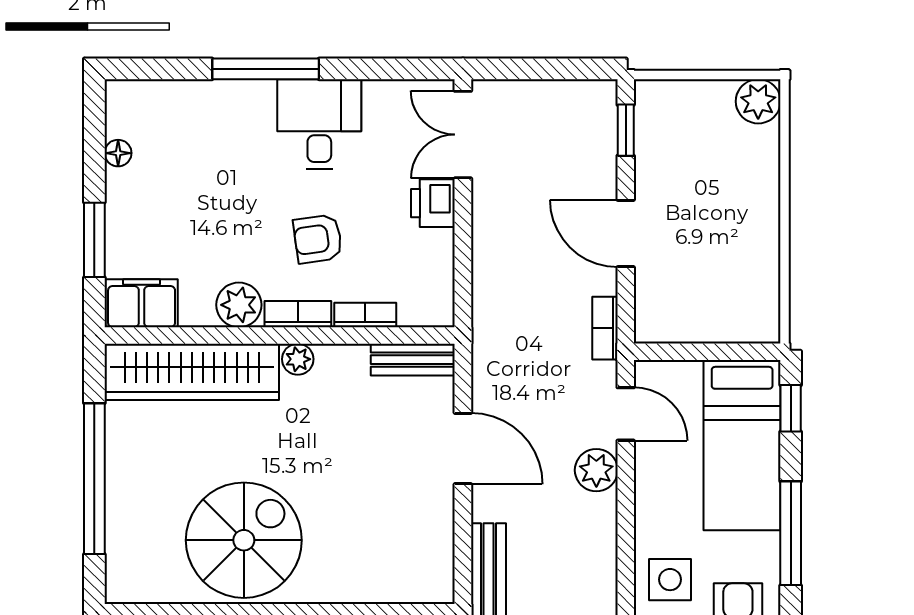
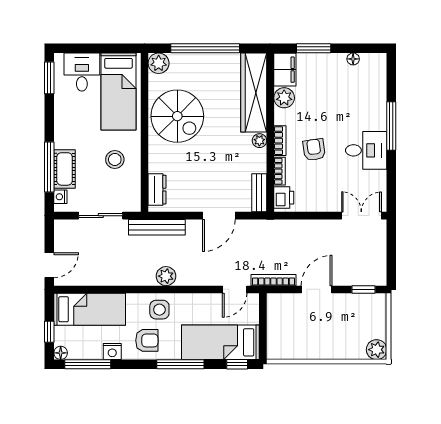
printer: (433, 203) -> (284, 198), moved, turned 90
plant: (239, 305) -> (284, 98), moved
bookcase: (605, 328) -> (274, 280), width x1.56
plant: (596, 470) -> (166, 276), moved
plant: (127, 581) -> (159, 63), added
dresser: (406, 585) -> (157, 190), added

